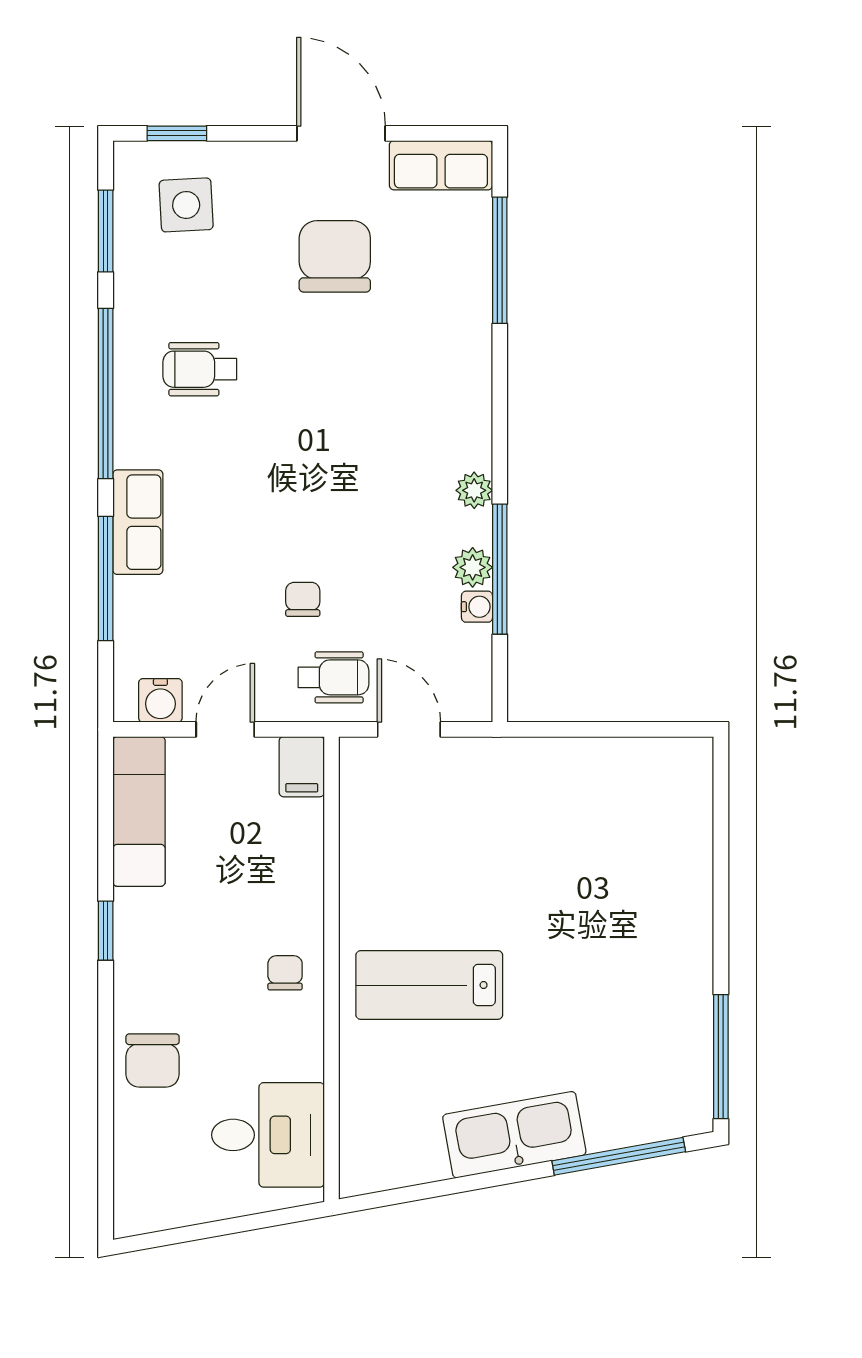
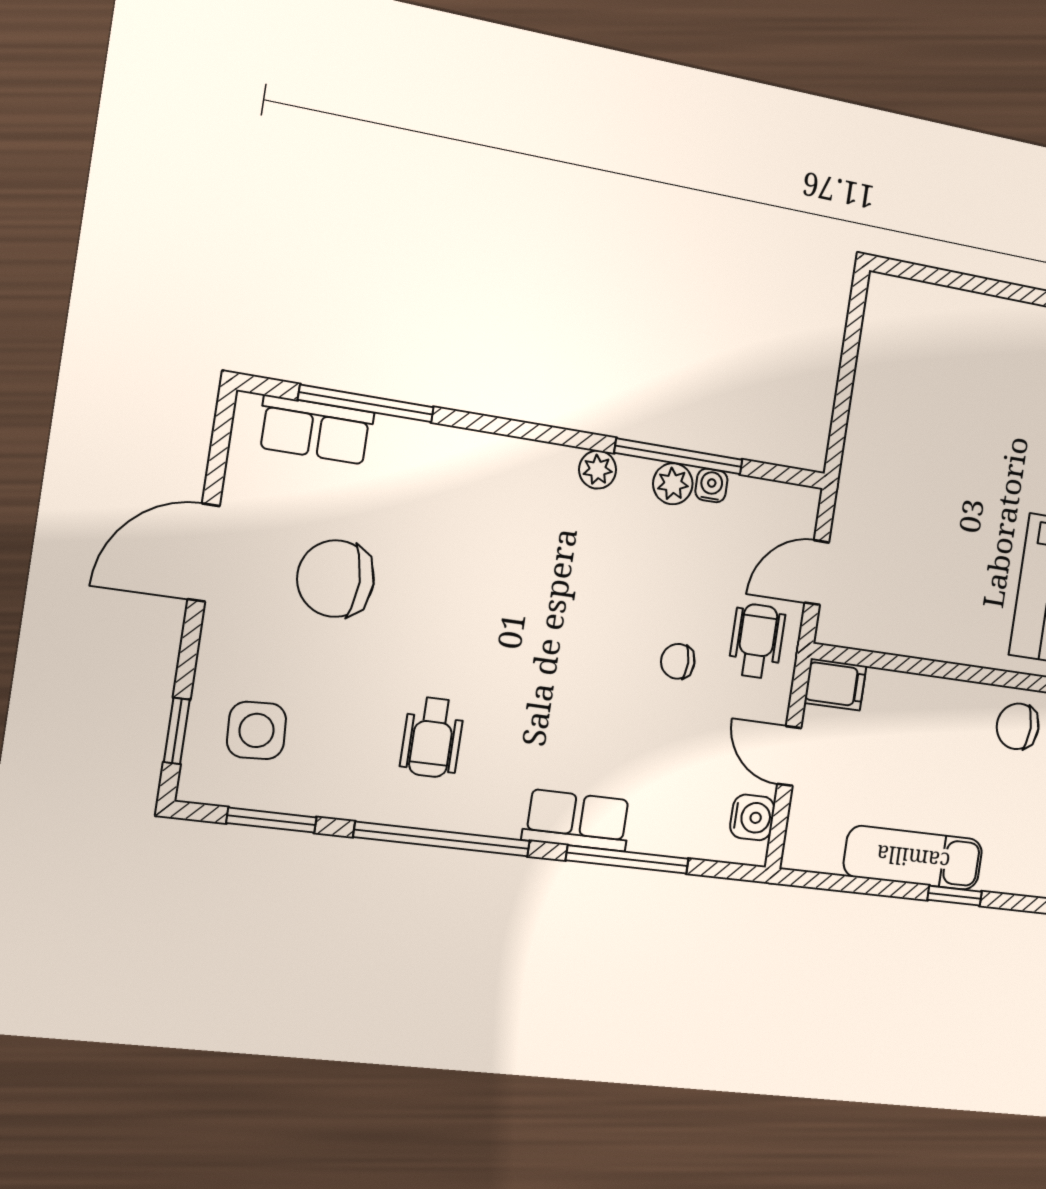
row of seats: (441, 165) -> (316, 430), moved, turned 90
exam couch: (139, 811) -> (913, 858), moved
chair: (285, 973) -> (1018, 726), width x1.37, depth x1.37

